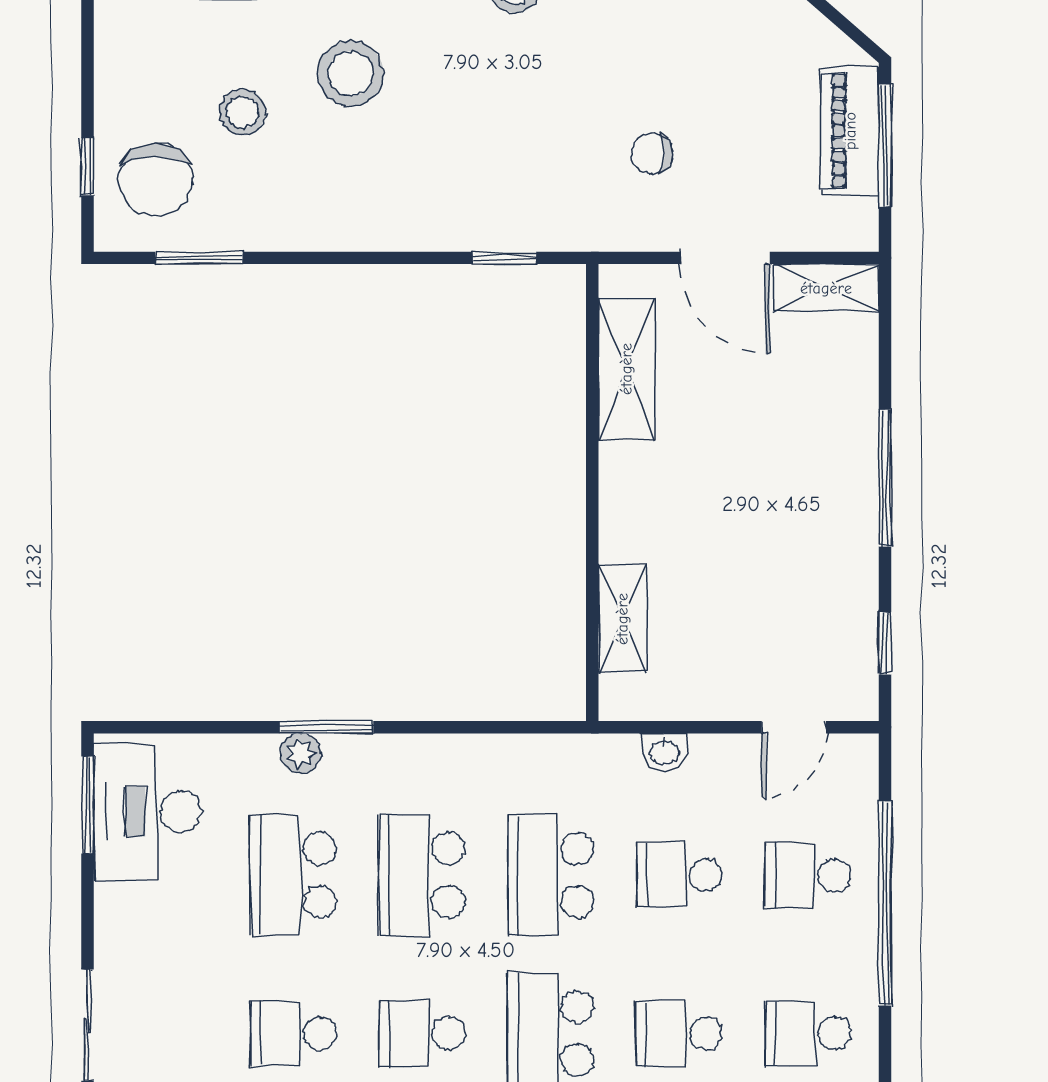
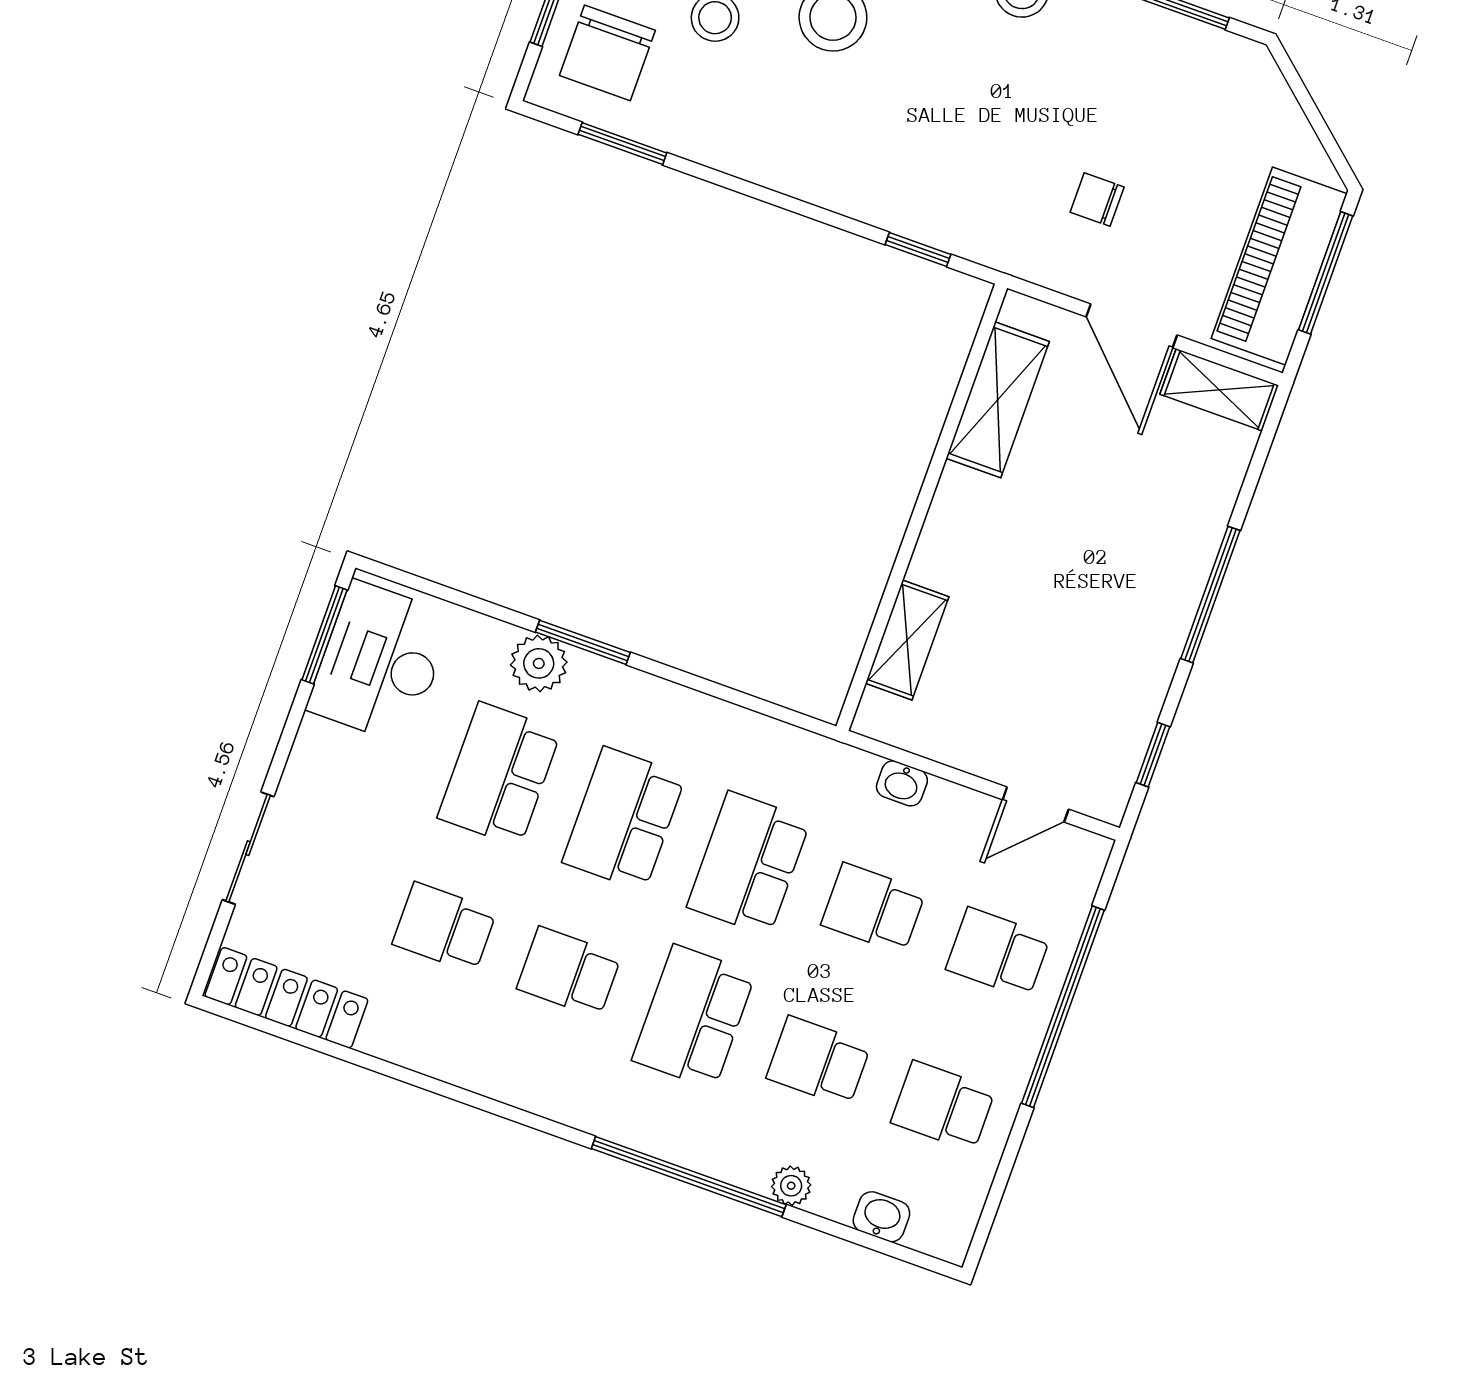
piano: (850, 131) -> (1279, 266), width x1.37, depth x1.33
plant: (301, 753) -> (539, 663), width x1.38, depth x1.38

